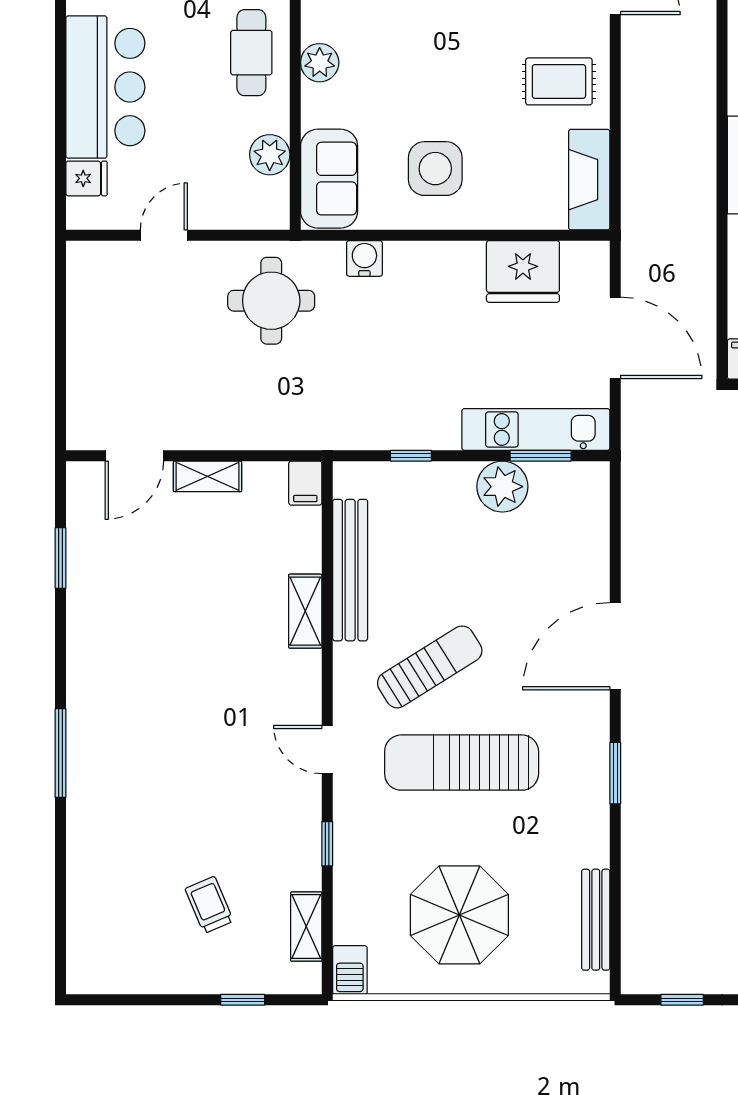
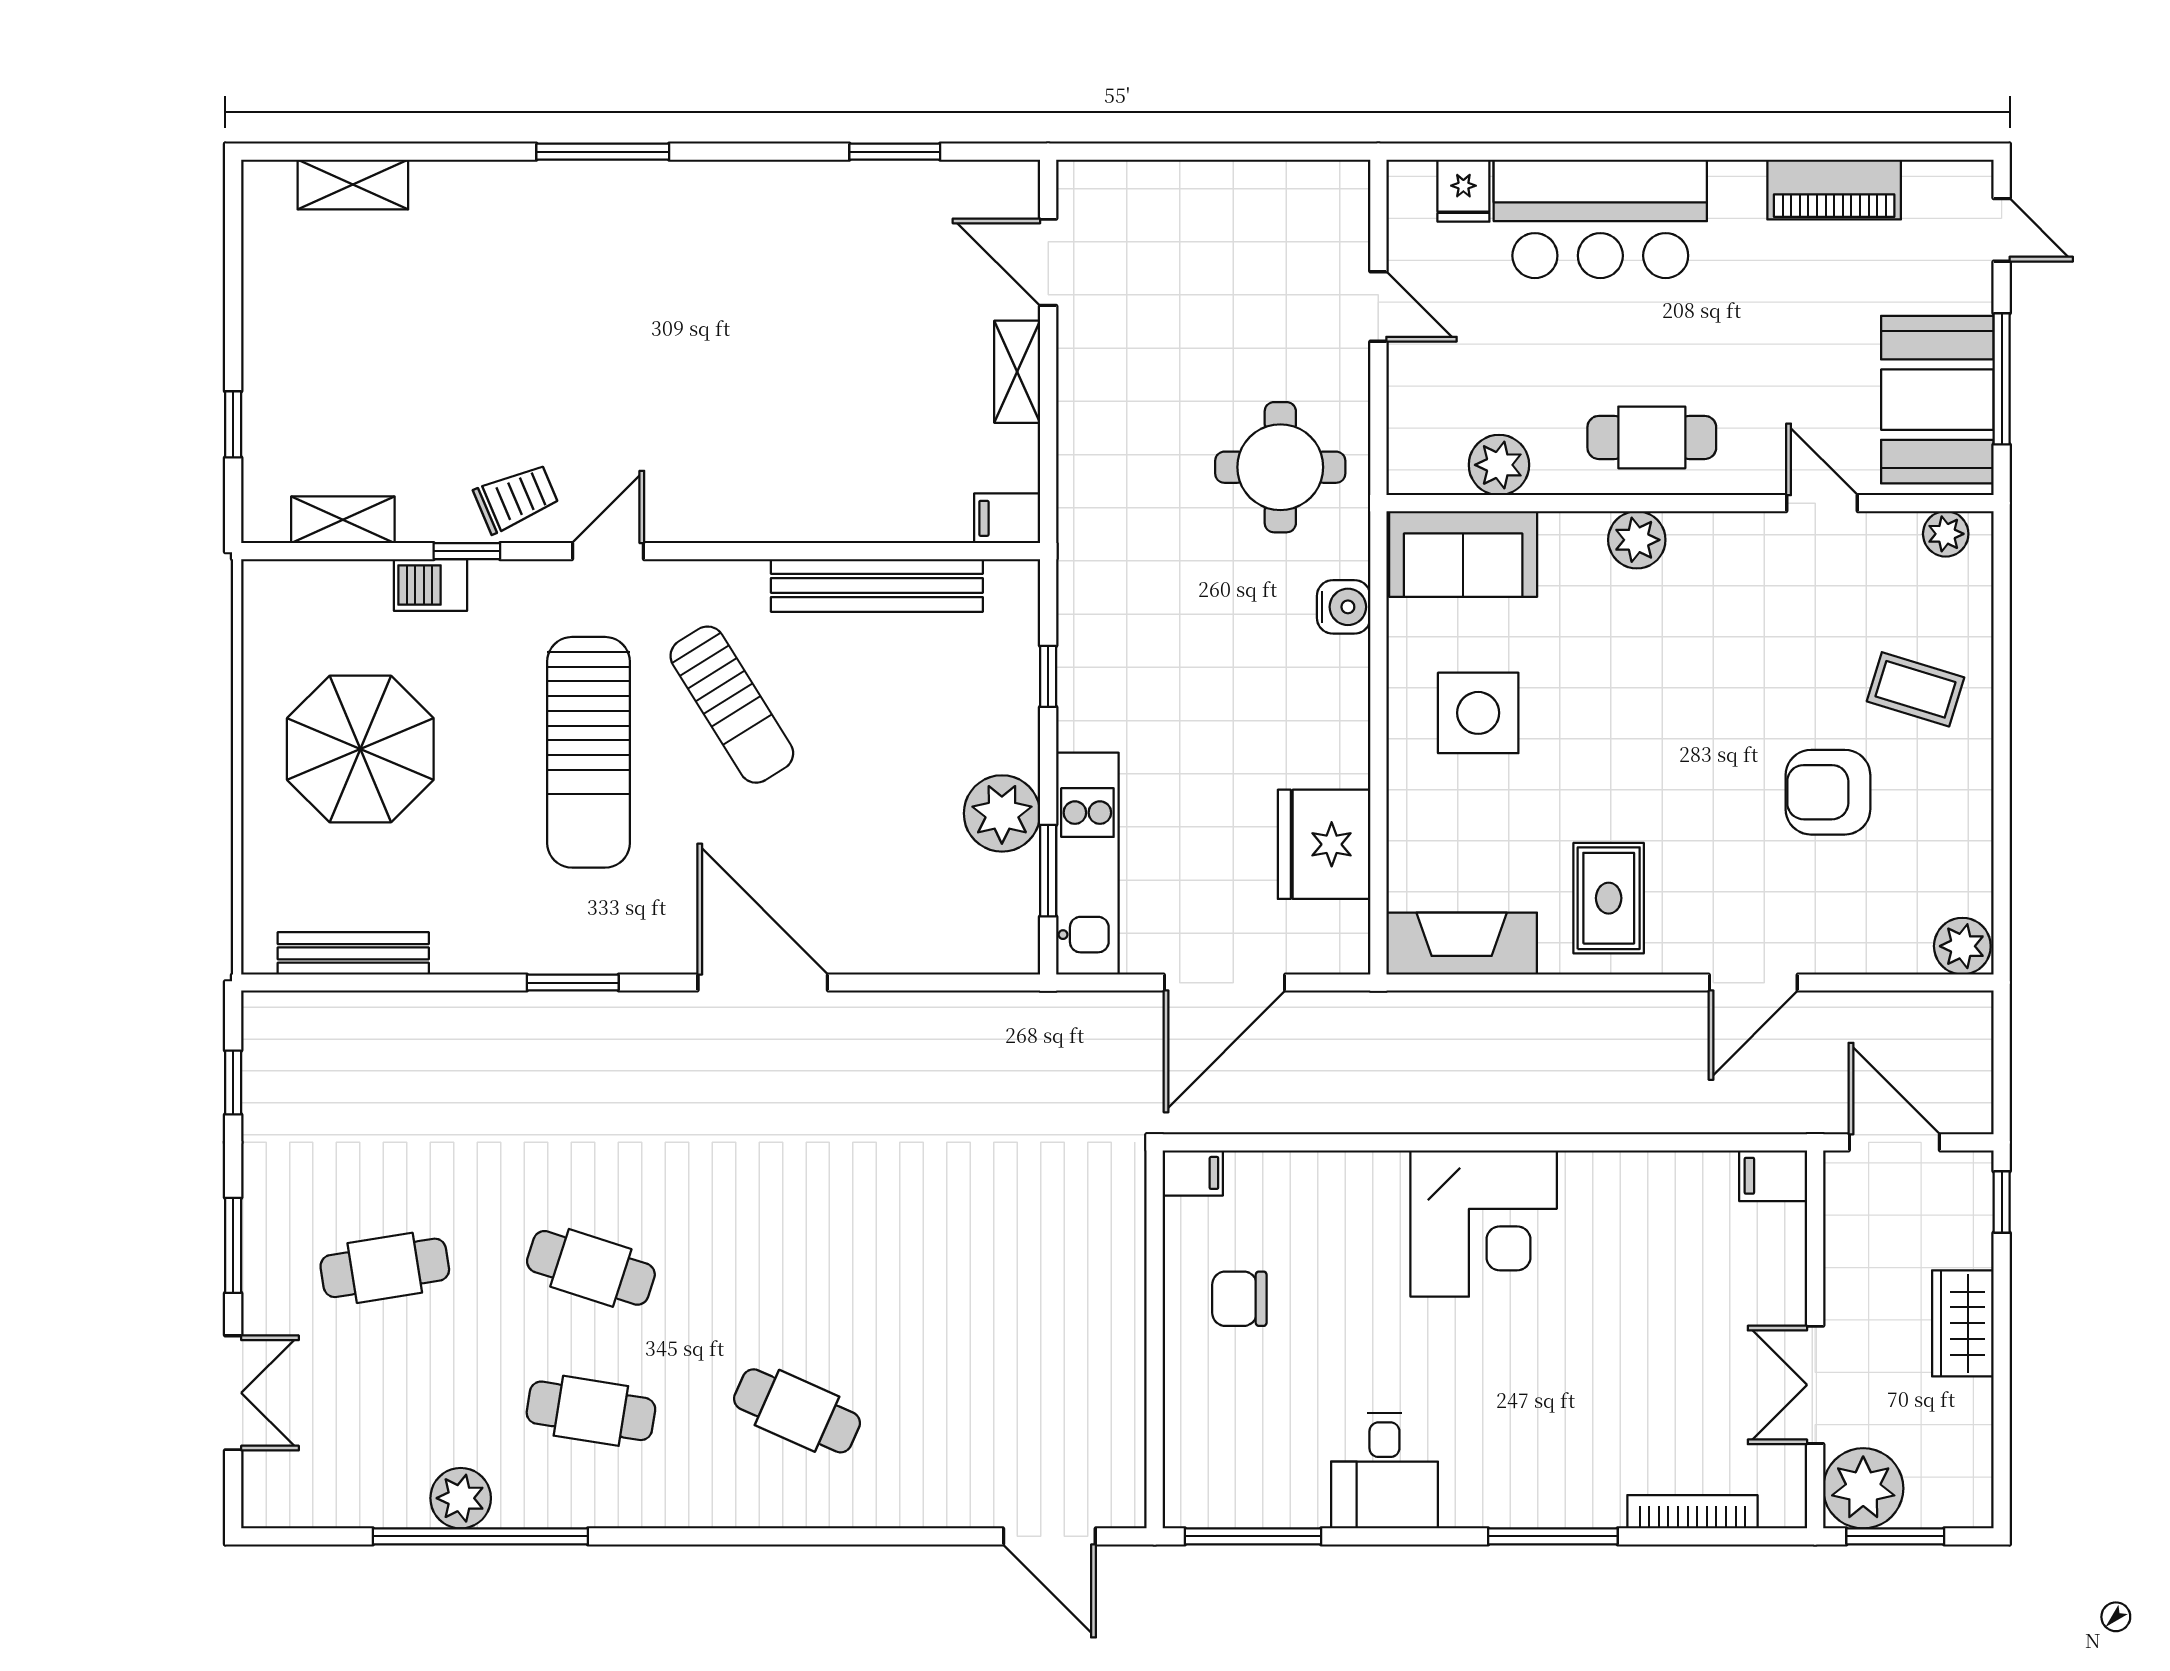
shelving: (305, 611) -> (353, 185), moved
sun lounger: (462, 763) -> (589, 752), turned 180
trolley: (209, 905) -> (516, 498), moved
barbecue: (350, 970) -> (431, 585), moved

